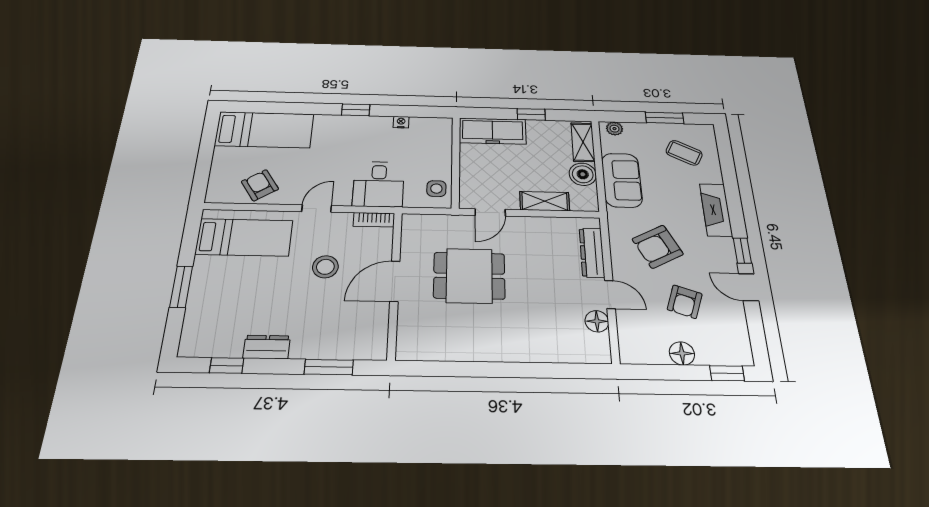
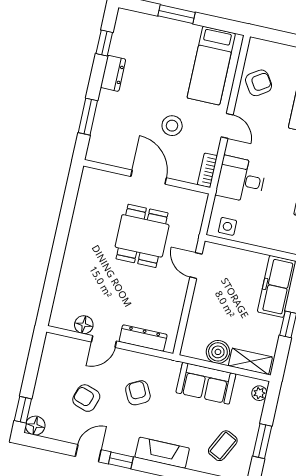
shelving: (545, 201) -> (198, 313), removed
armchair: (658, 247) -> (138, 393), width x0.72, depth x0.72
floor lamp: (682, 353) -> (35, 426), moved

